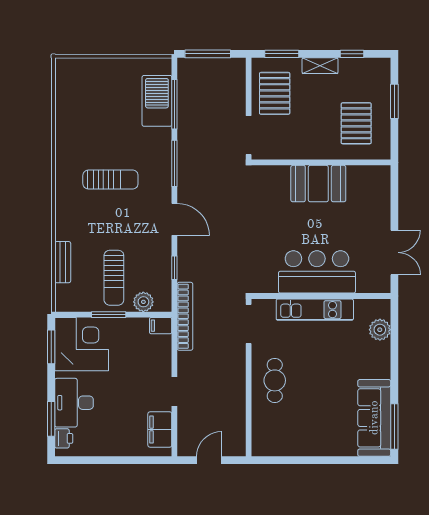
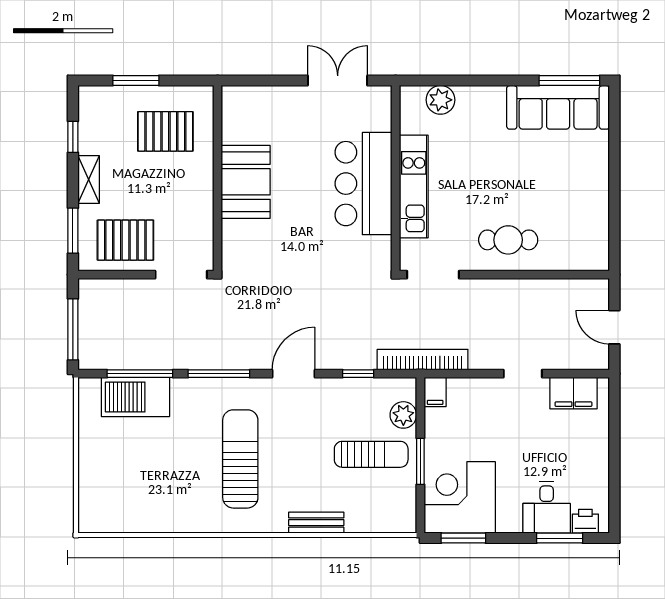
sun lounger: (110, 180) -> (240, 459), width x1.36, depth x1.34
bench: (63, 262) -> (316, 523), moved
desk: (74, 403) -> (547, 507), width x0.73

